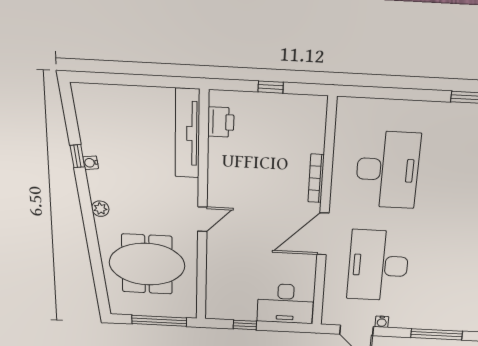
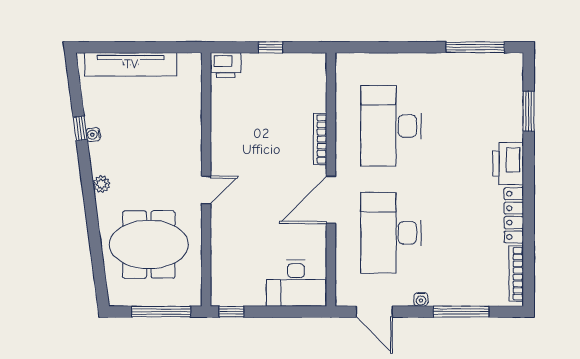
printer: (221, 122) -> (226, 65), moved, turned 90
tv unit: (187, 133) -> (131, 64), moved, turned -90
desk: (387, 170) -> (391, 126), turned 180
water cooler: (382, 322) -> (421, 299), moved
window: (245, 325) -> (231, 312), moved

